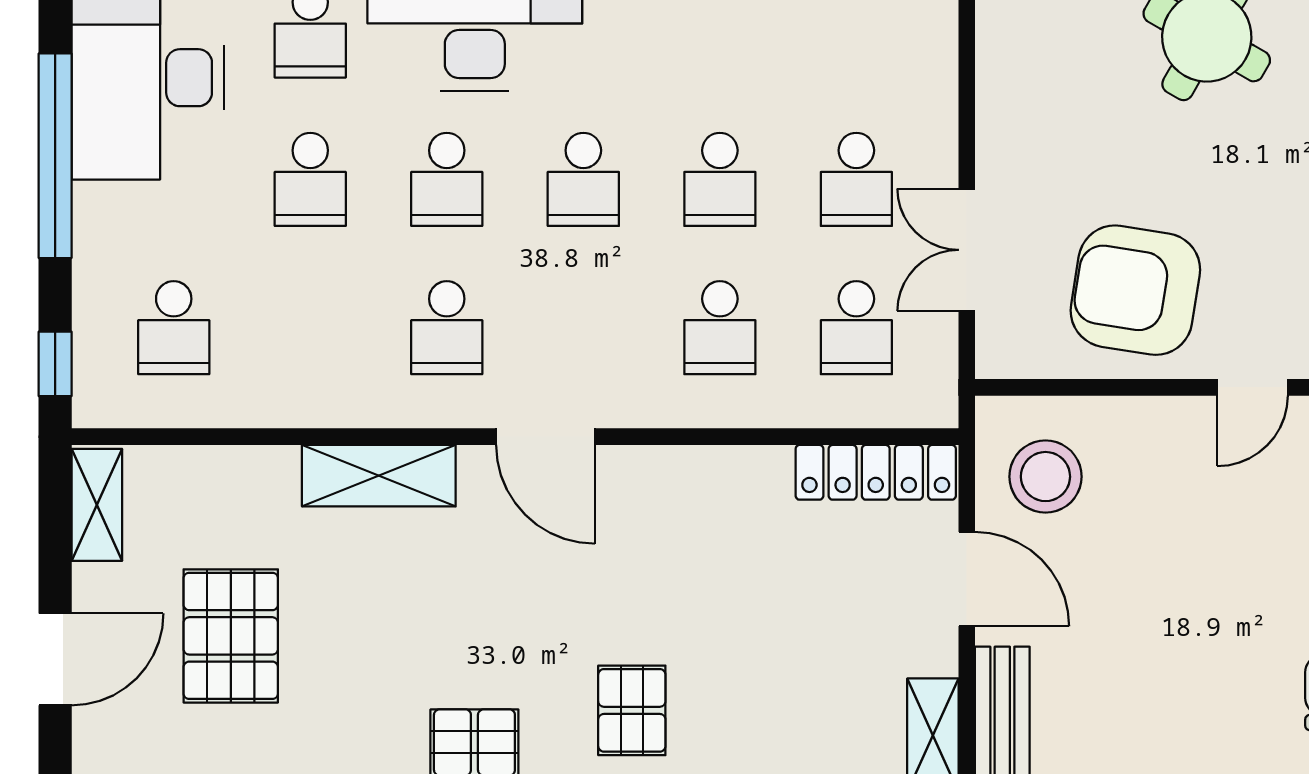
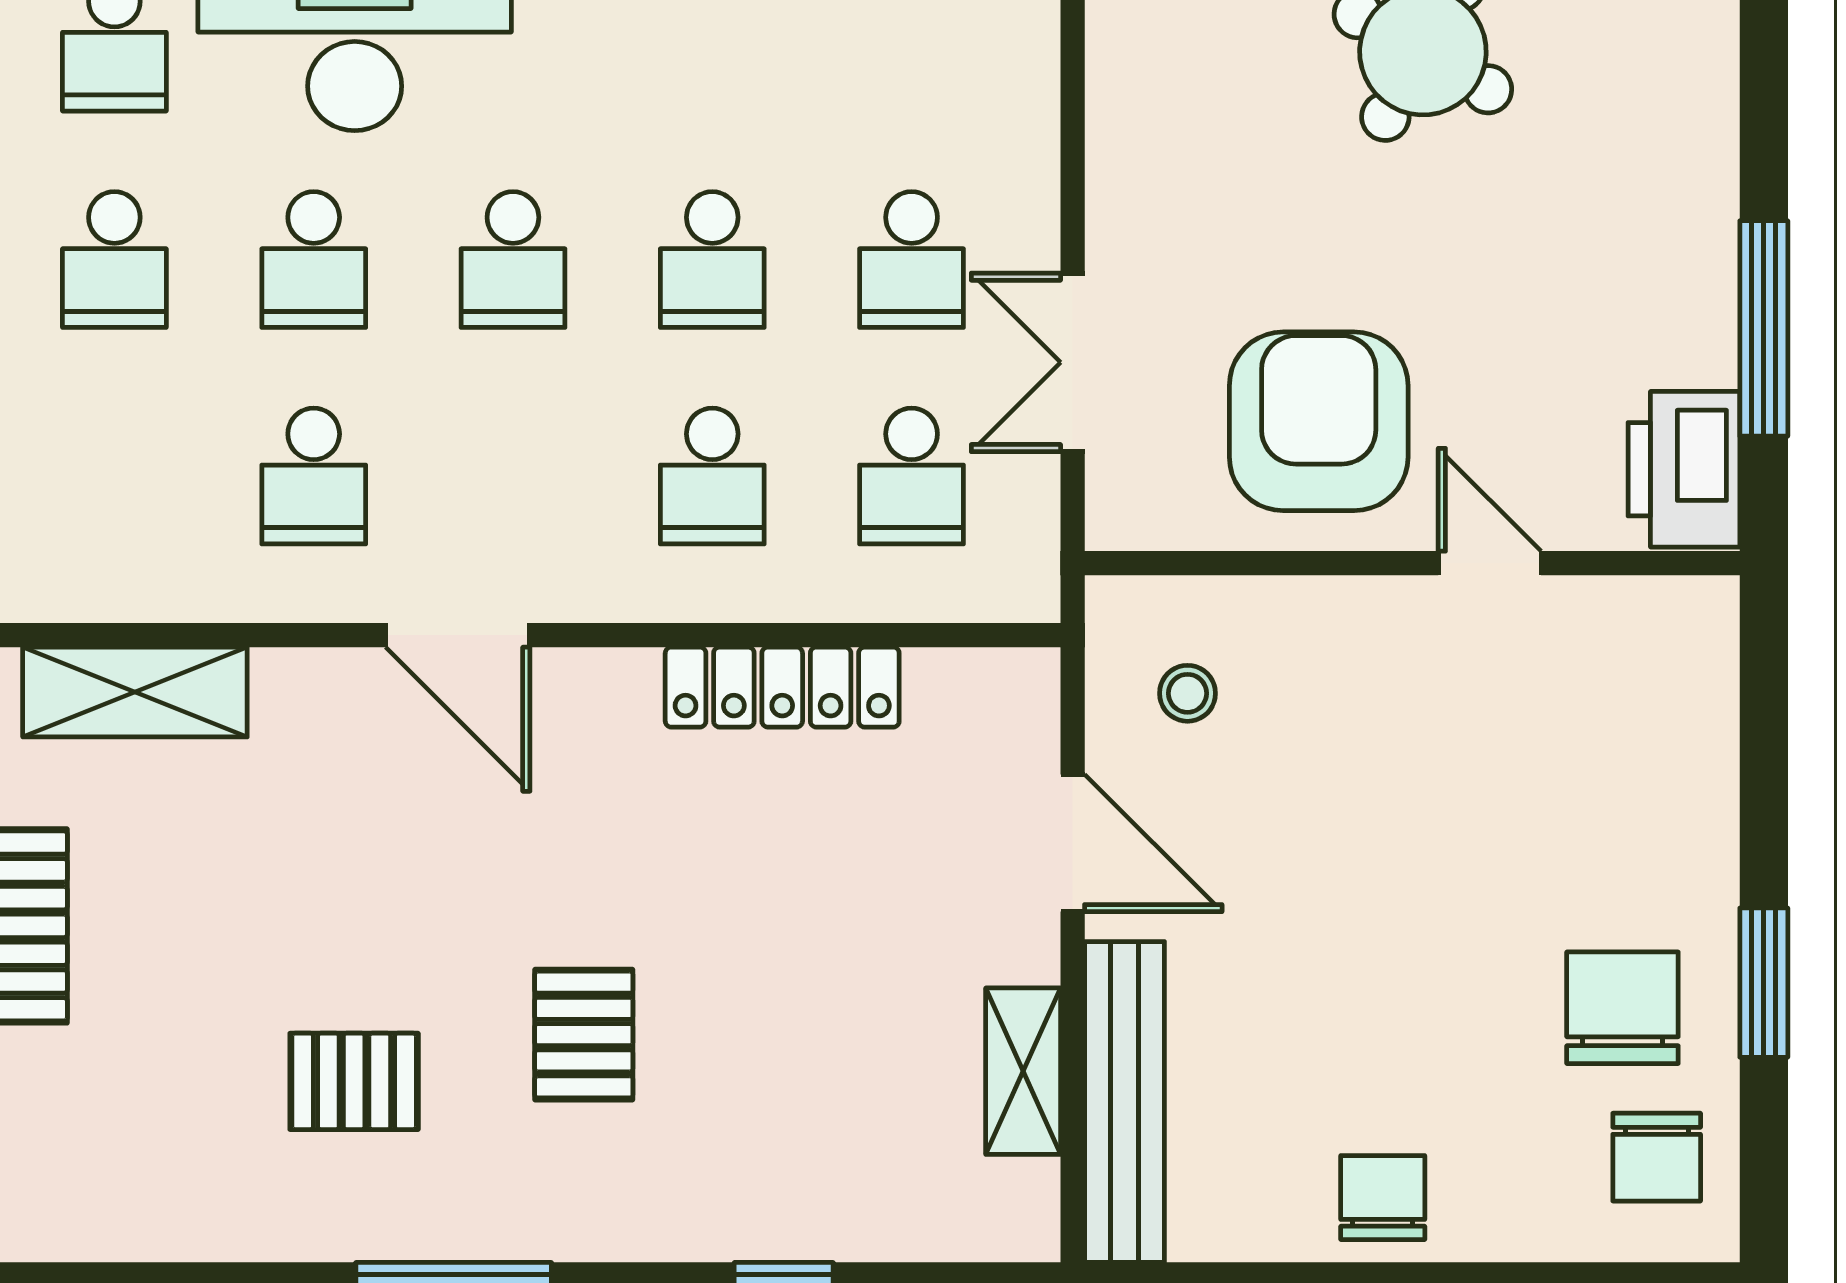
armchair: (1135, 290) -> (1319, 421), turned 81
door: (1253, 387) -> (1490, 563), swing flipped
locker: (876, 472) -> (782, 687), moved
shelving: (379, 476) -> (135, 692), moved
stool: (1045, 477) -> (1187, 693), width x0.53, depth x0.53

